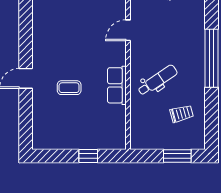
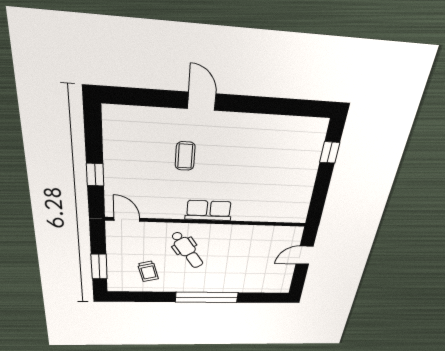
door: (128, 30) -> (127, 219), moved
row of seats: (117, 85) -> (209, 211), moved

